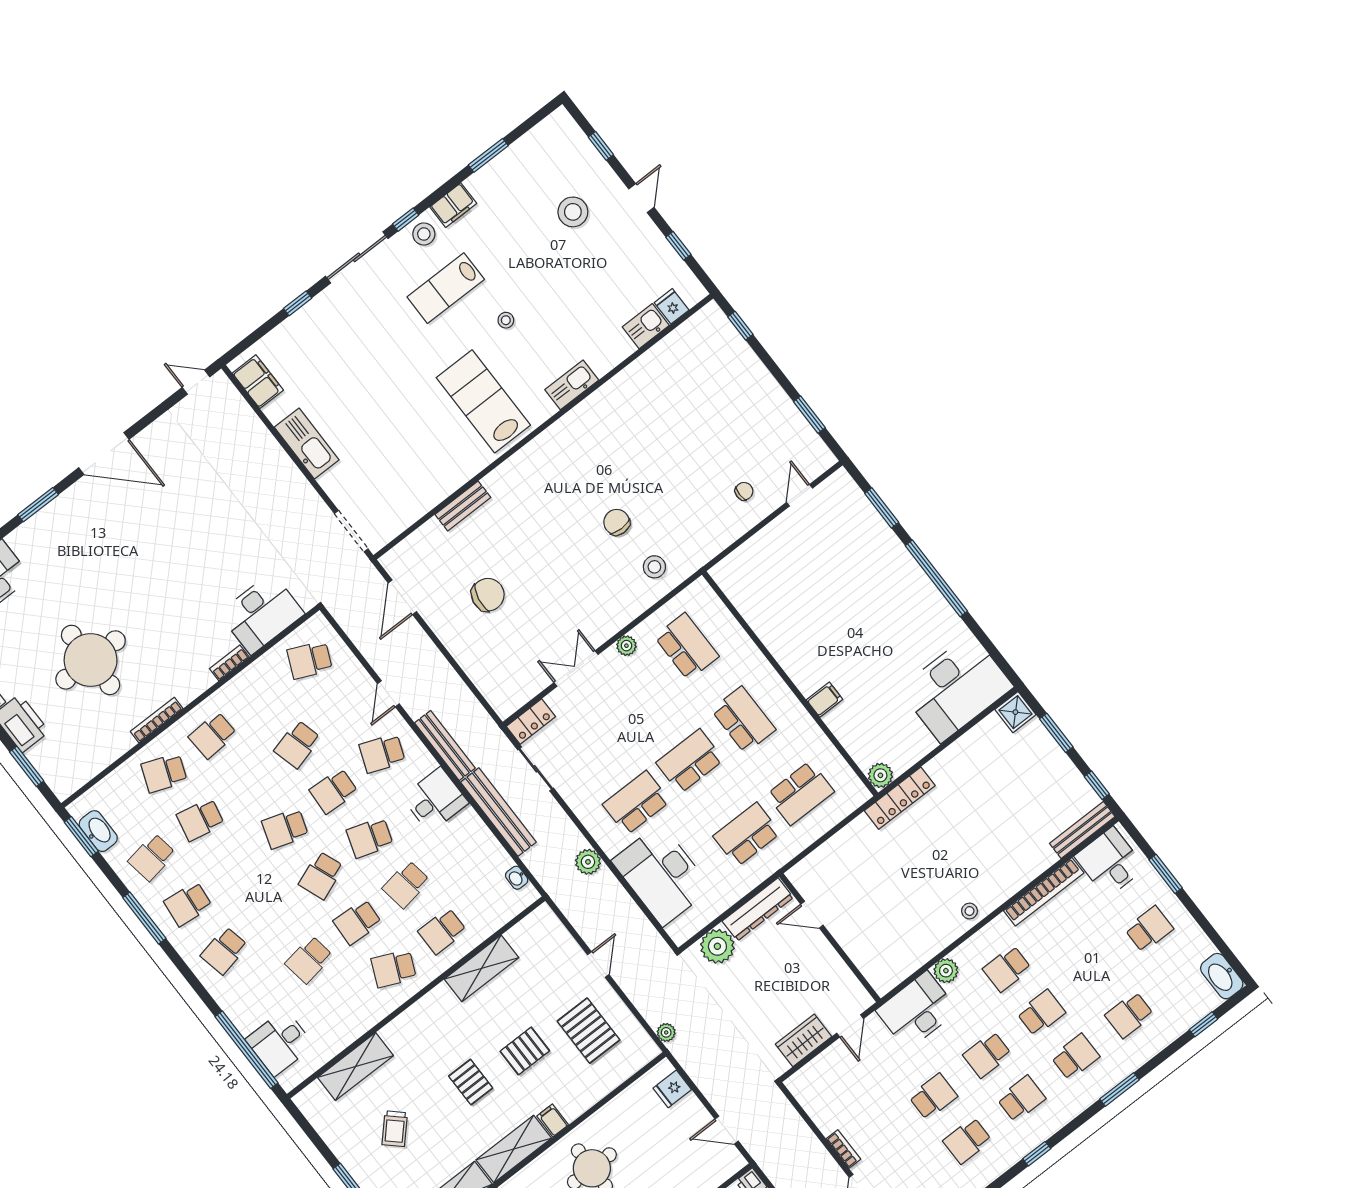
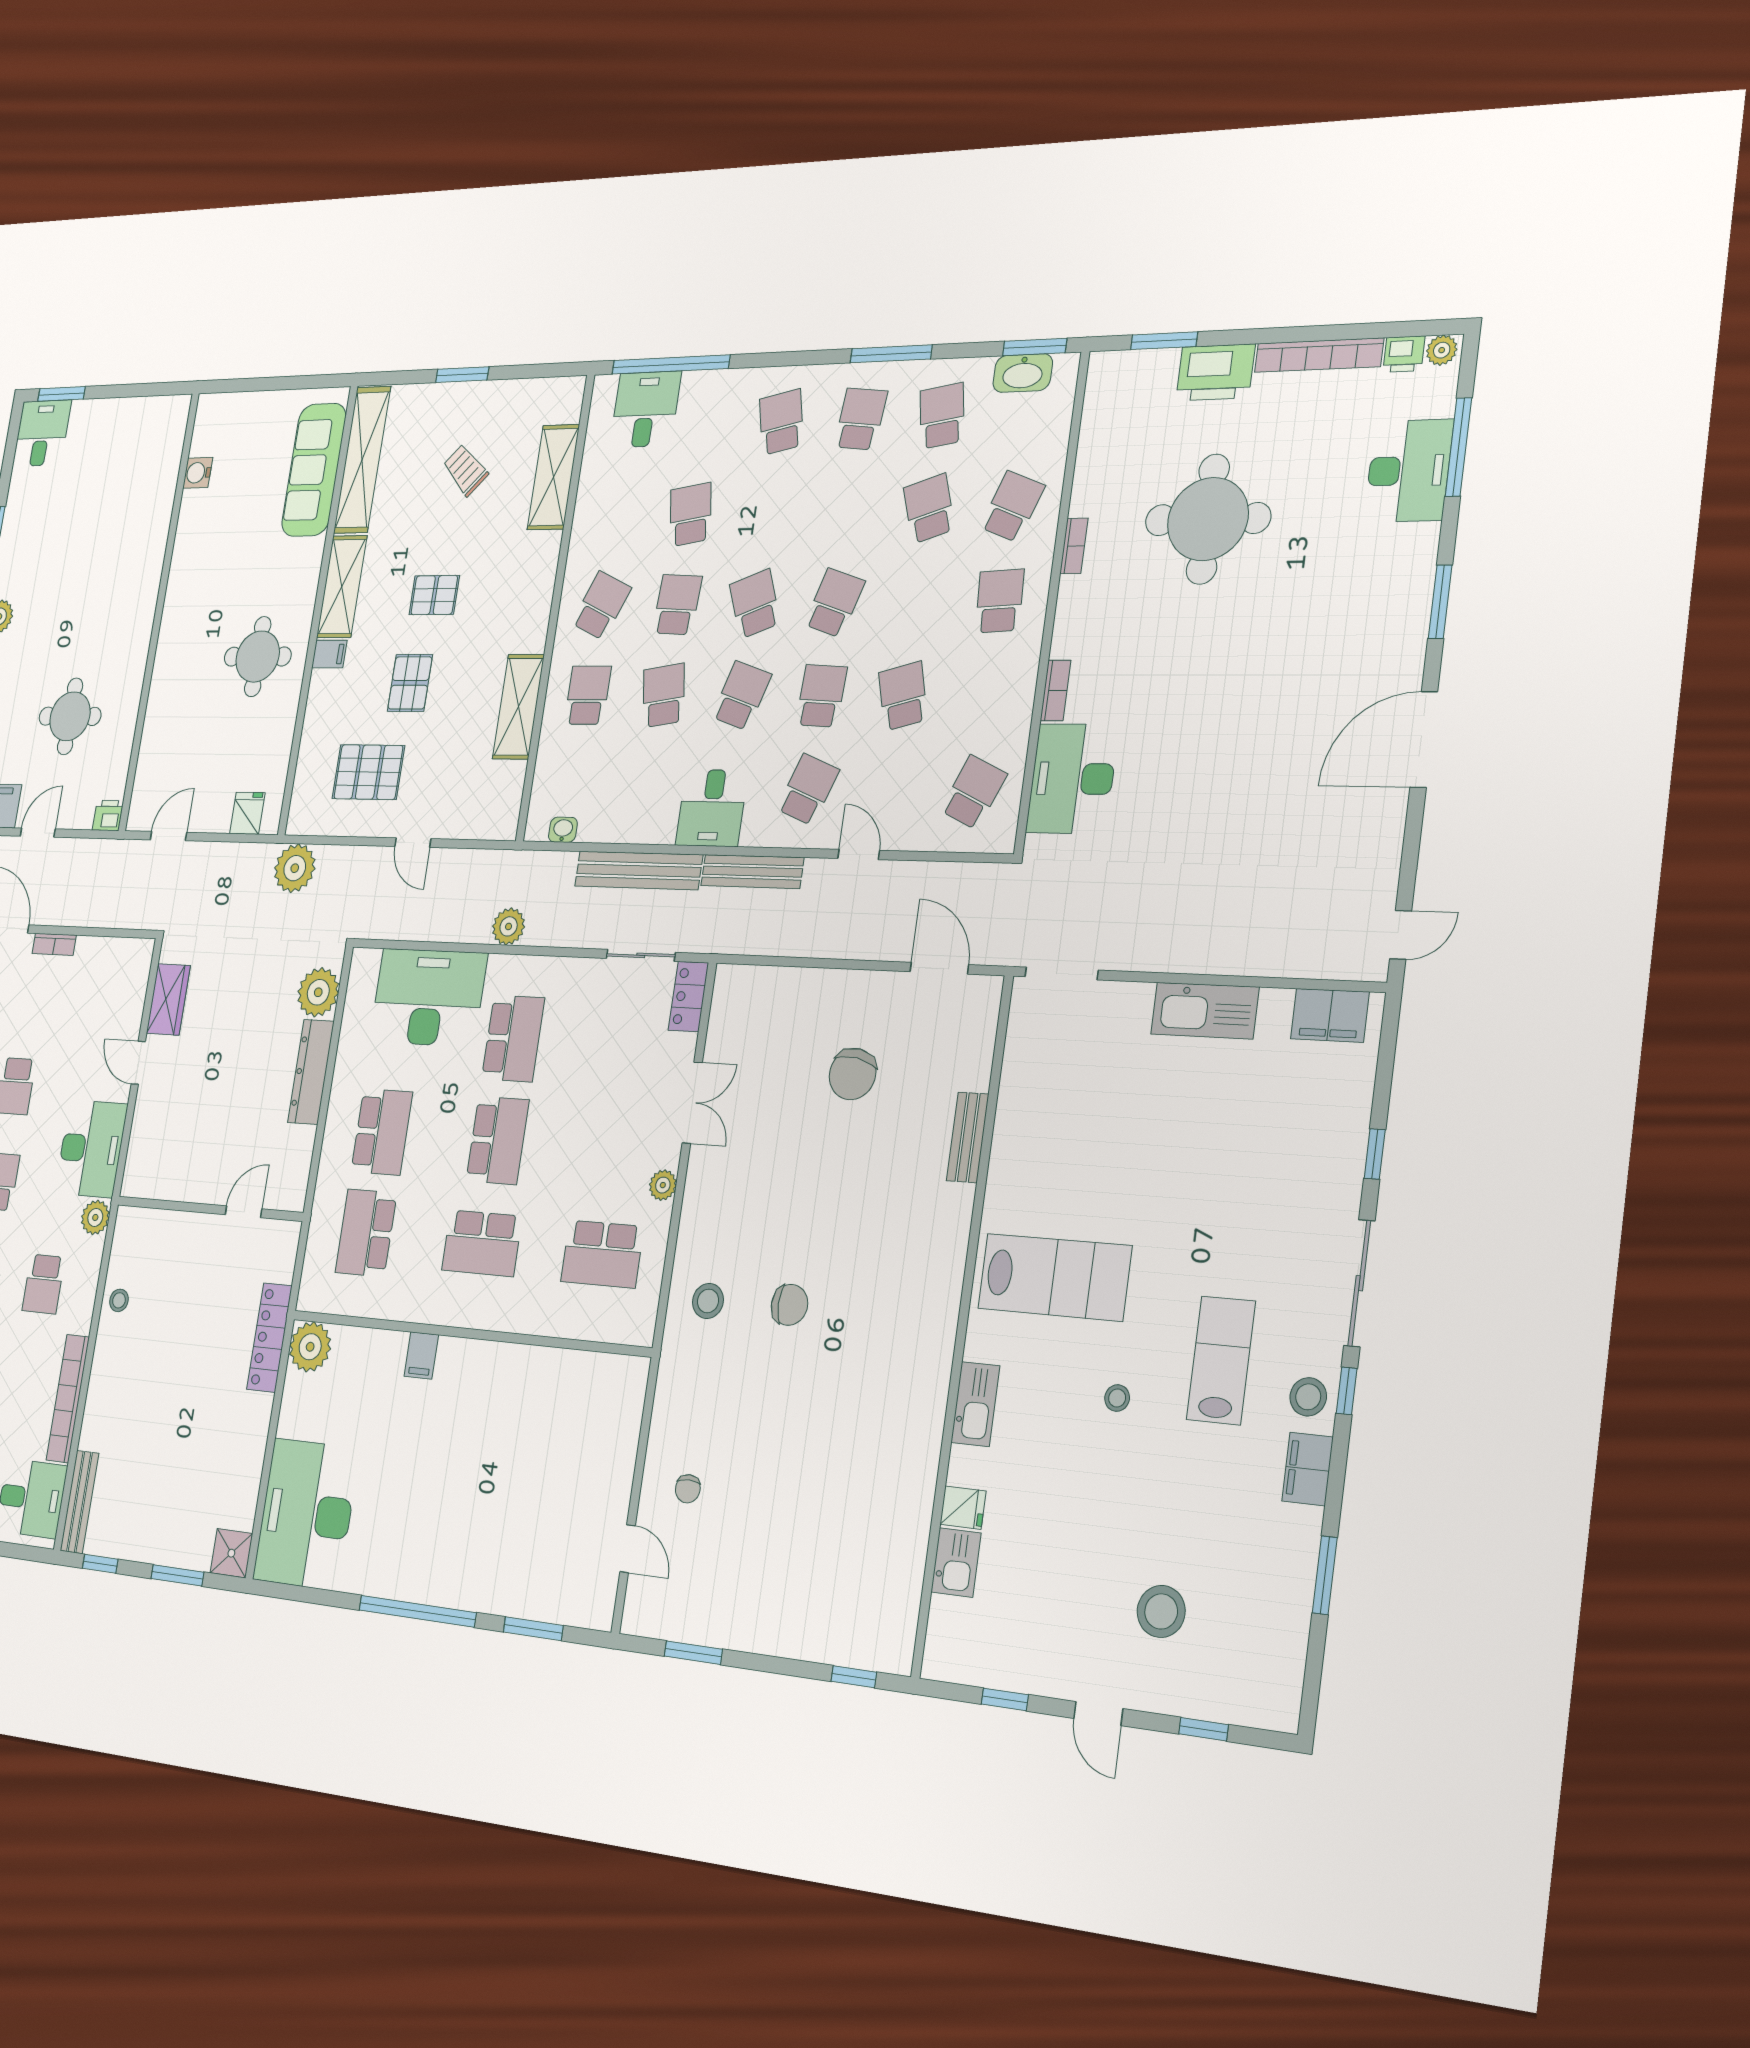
fridge: (672, 306) -> (963, 1508), moved
bookcase: (157, 720) -> (1074, 546), width x0.64
plant: (880, 775) -> (310, 1347), width x1.36, depth x1.36
school desk: (200, 820) -> (929, 509), turned -30
door: (812, 915) -> (244, 1212), moved
wall: (830, 938) -> (209, 1209), moved
school desk: (1007, 969) -> (43, 1284), turned 180
plant: (666, 1032) -> (295, 868), width x1.88, depth x1.88

